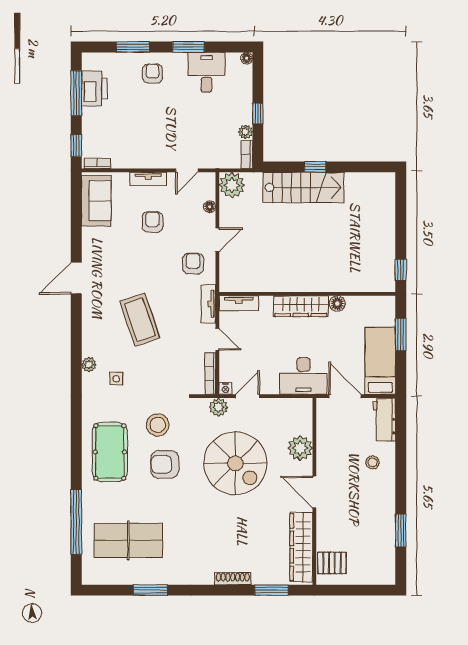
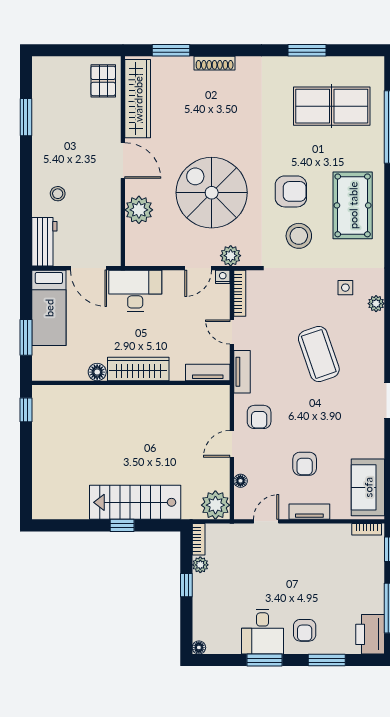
desk: (206, 72) -> (263, 632), moved
printer: (94, 88) -> (370, 634), moved
pallet: (332, 563) -> (103, 81), turned 90

